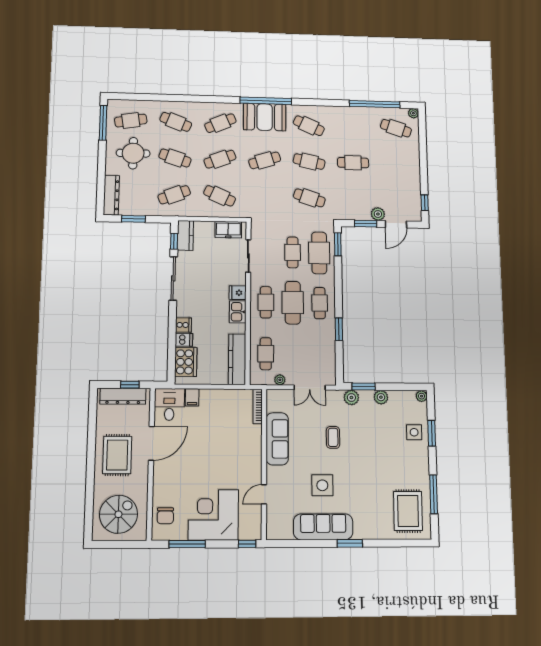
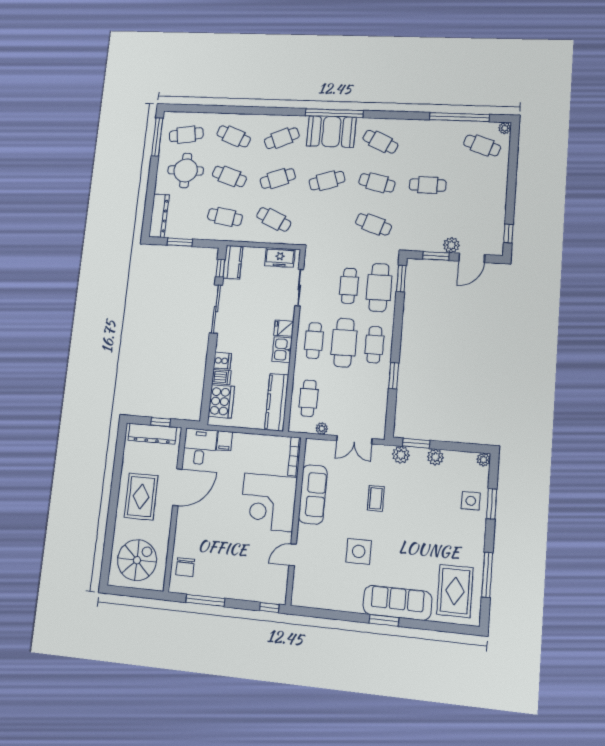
cafe table: (174, 195) -> (225, 217), turned 30
corner desk: (213, 515) -> (268, 502), moved, turned -90
sofa: (323, 527) -> (397, 603), moved

